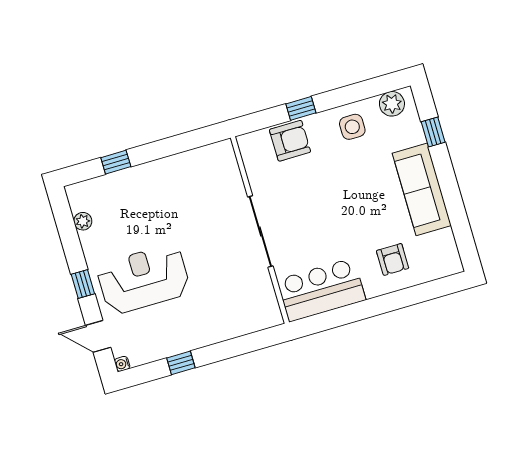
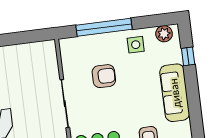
window: (301, 108) -> (104, 27), width x3.17
armchair: (290, 141) -> (104, 76), moved

